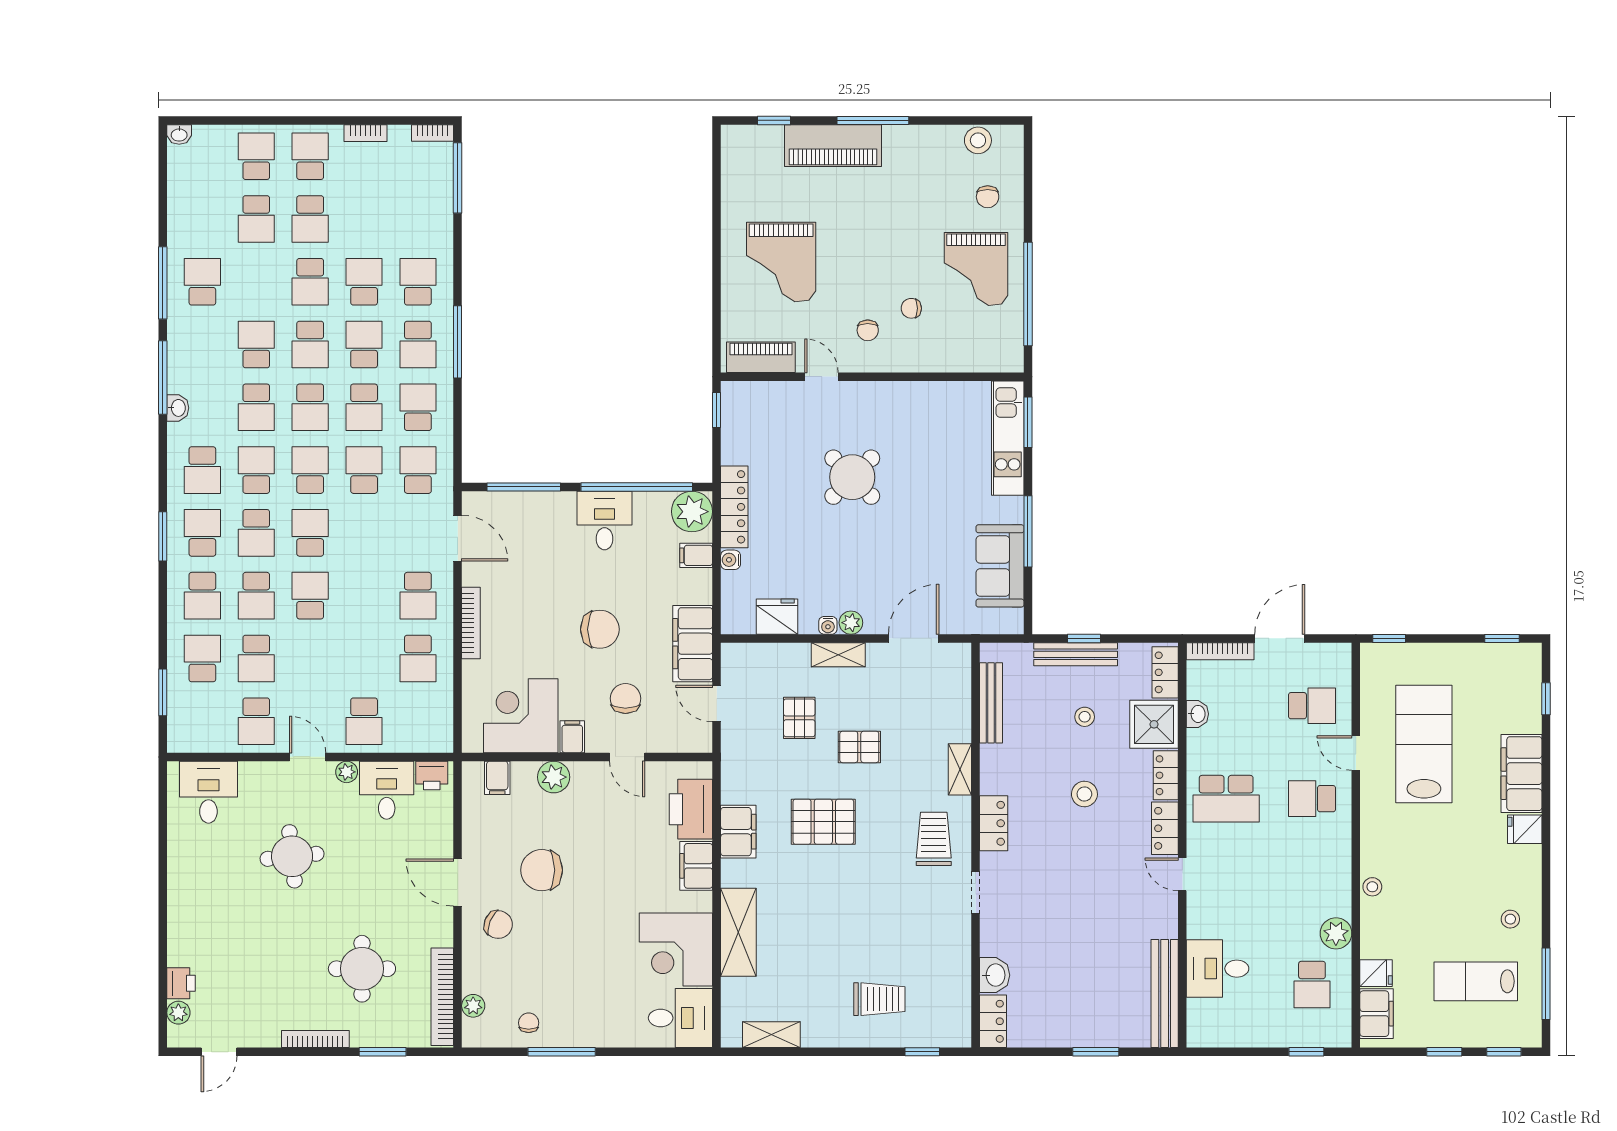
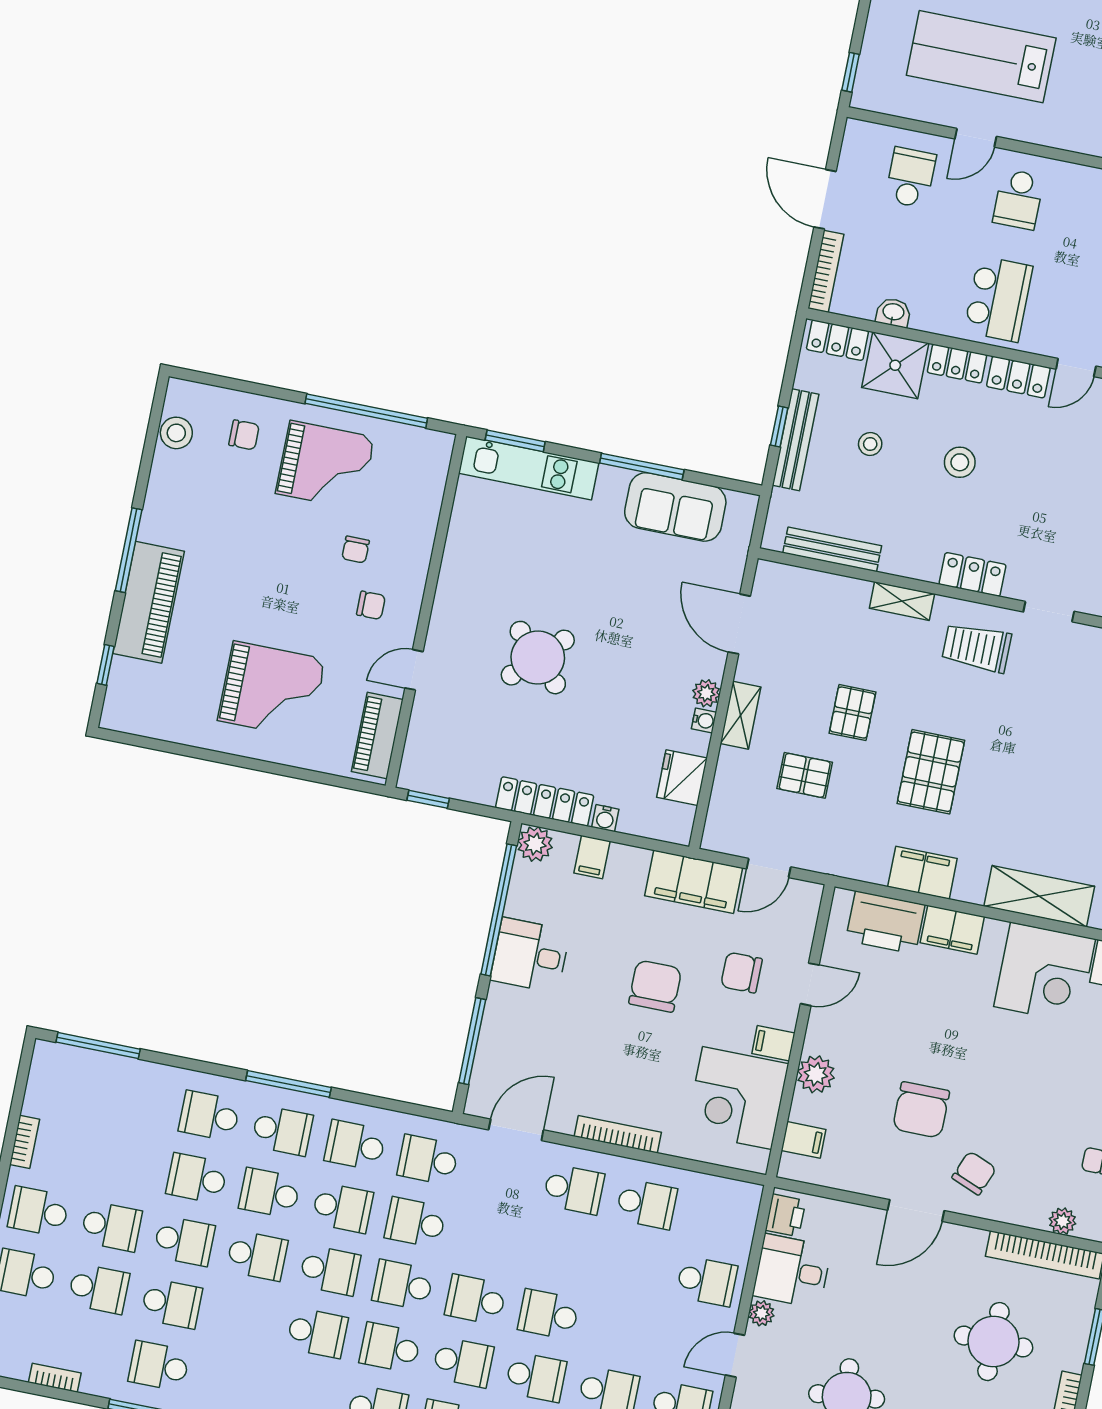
bookcase: (432, 133) -> (55, 1378), moved, turned -90
school desk: (256, 345) -> (172, 1303), moved, turned 180
plant: (692, 512) -> (535, 844), width x0.73, depth x0.73

